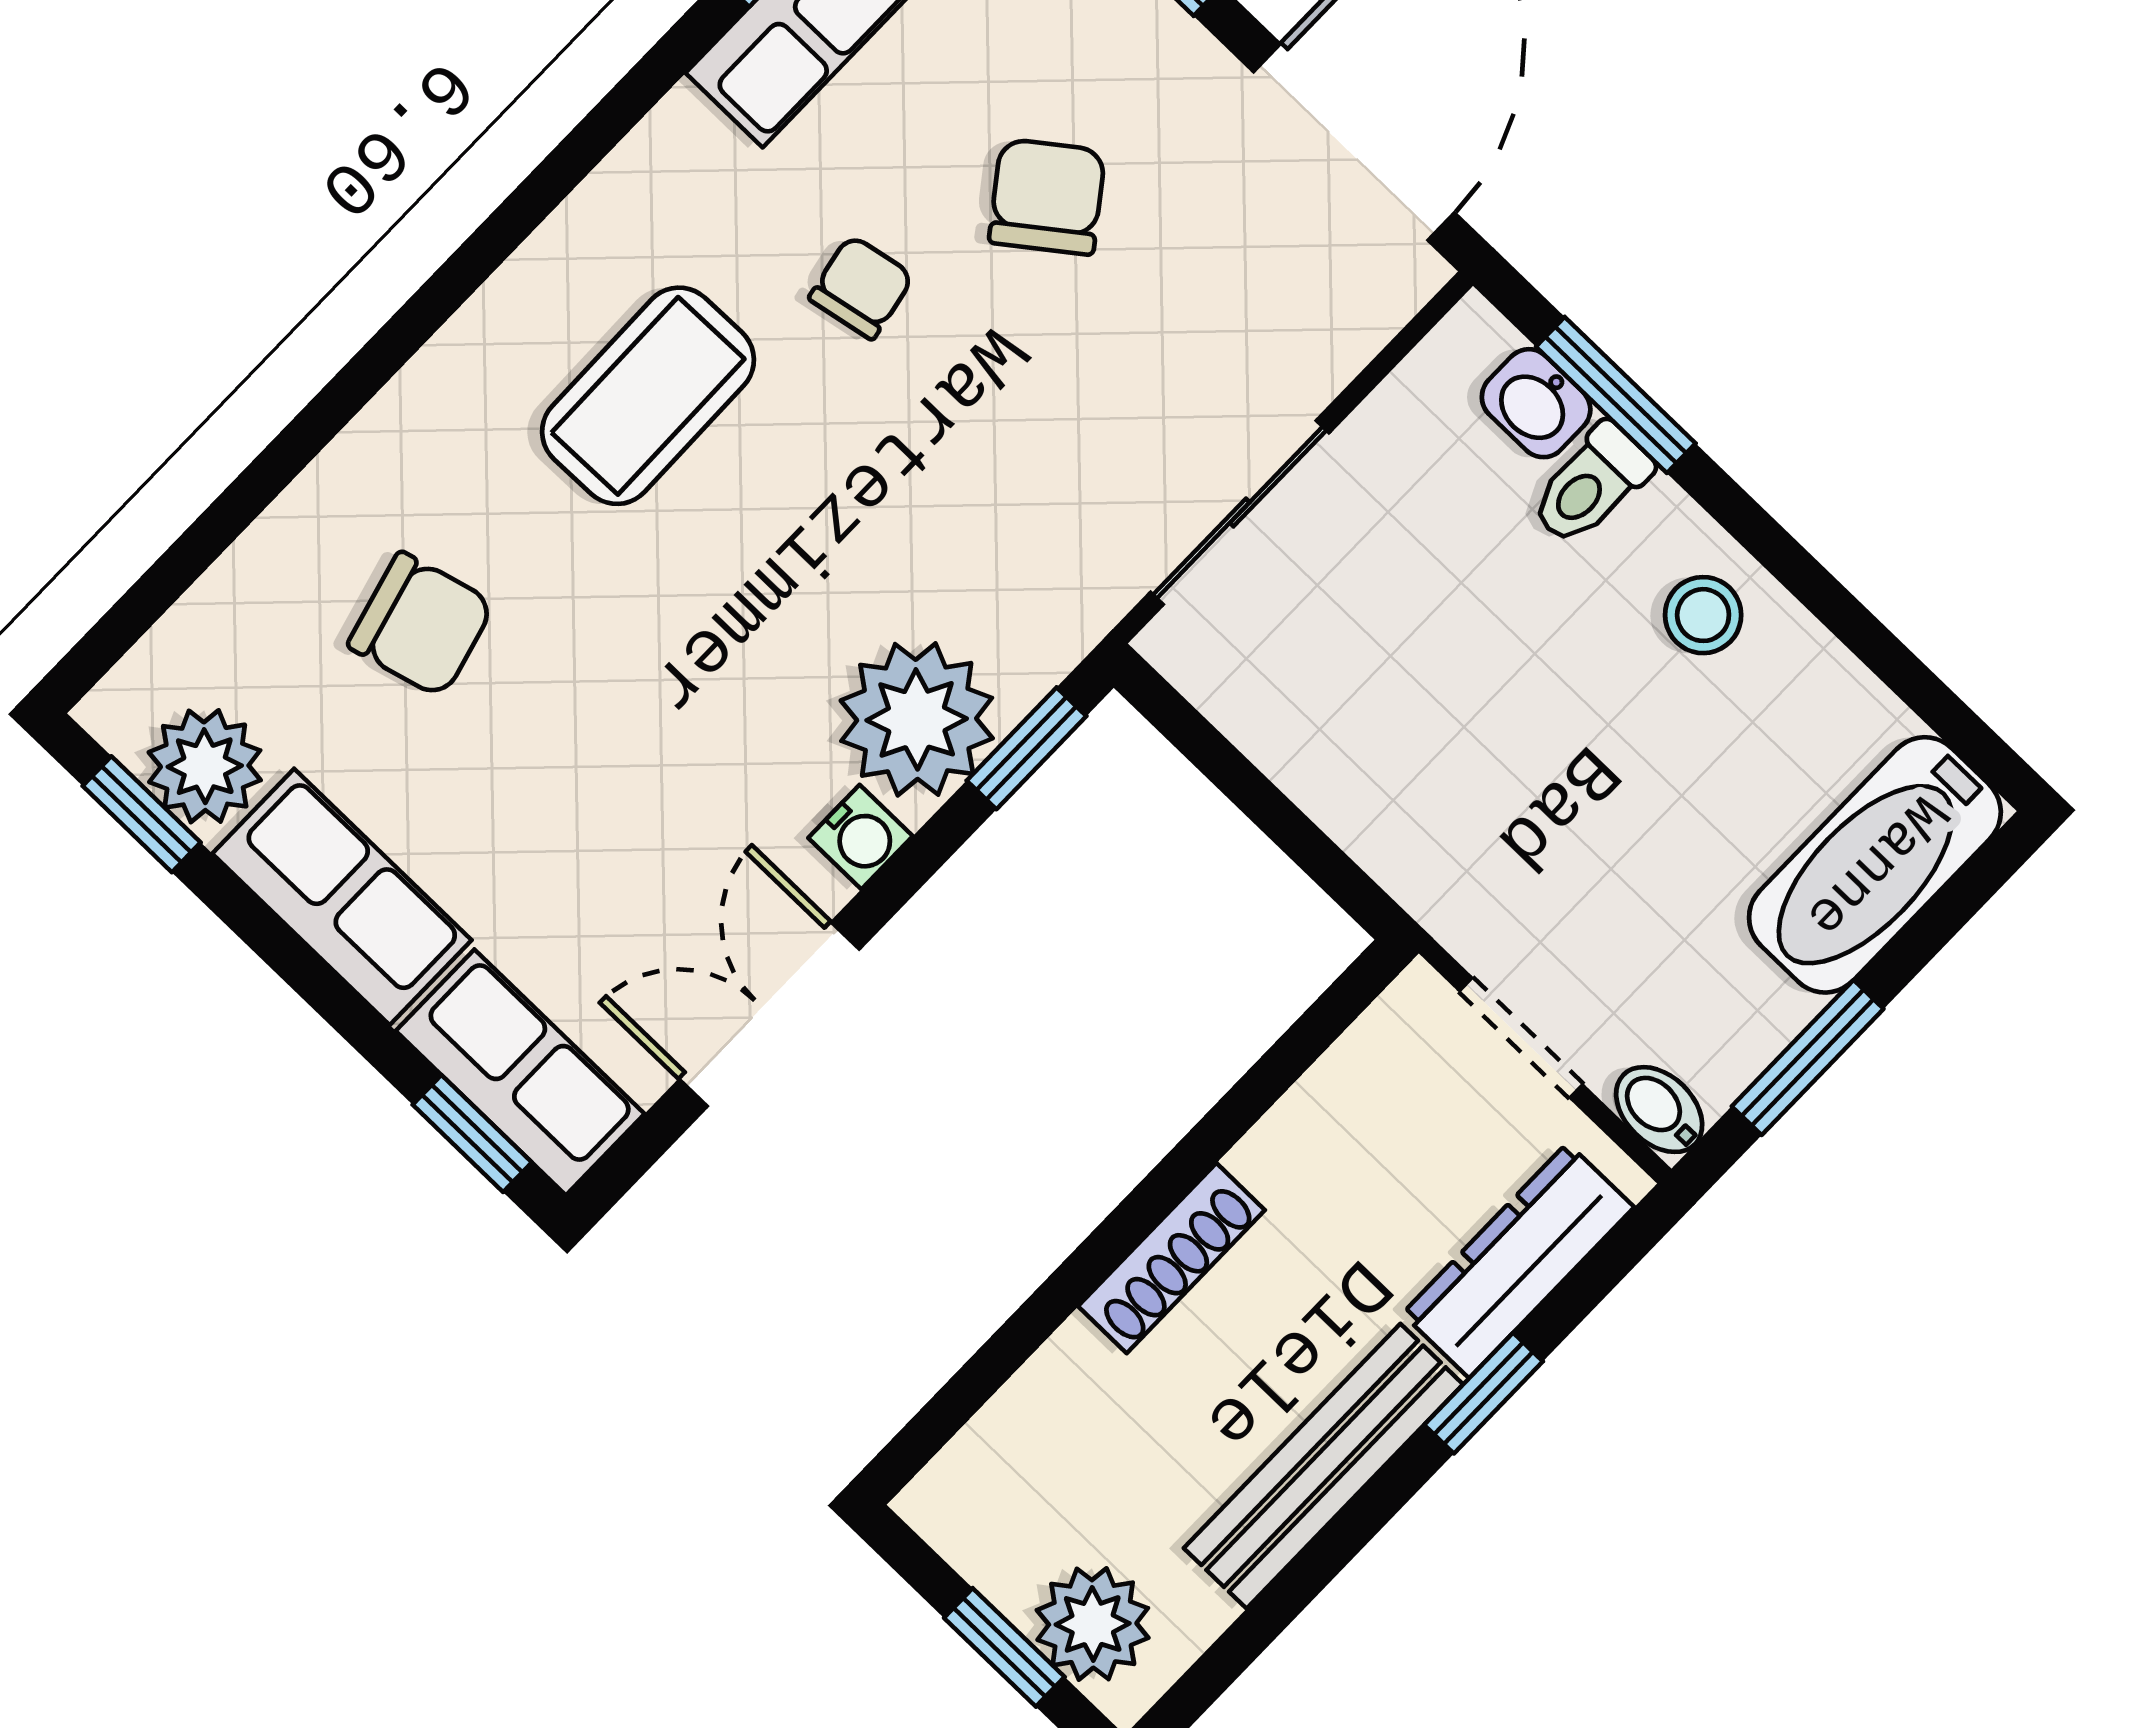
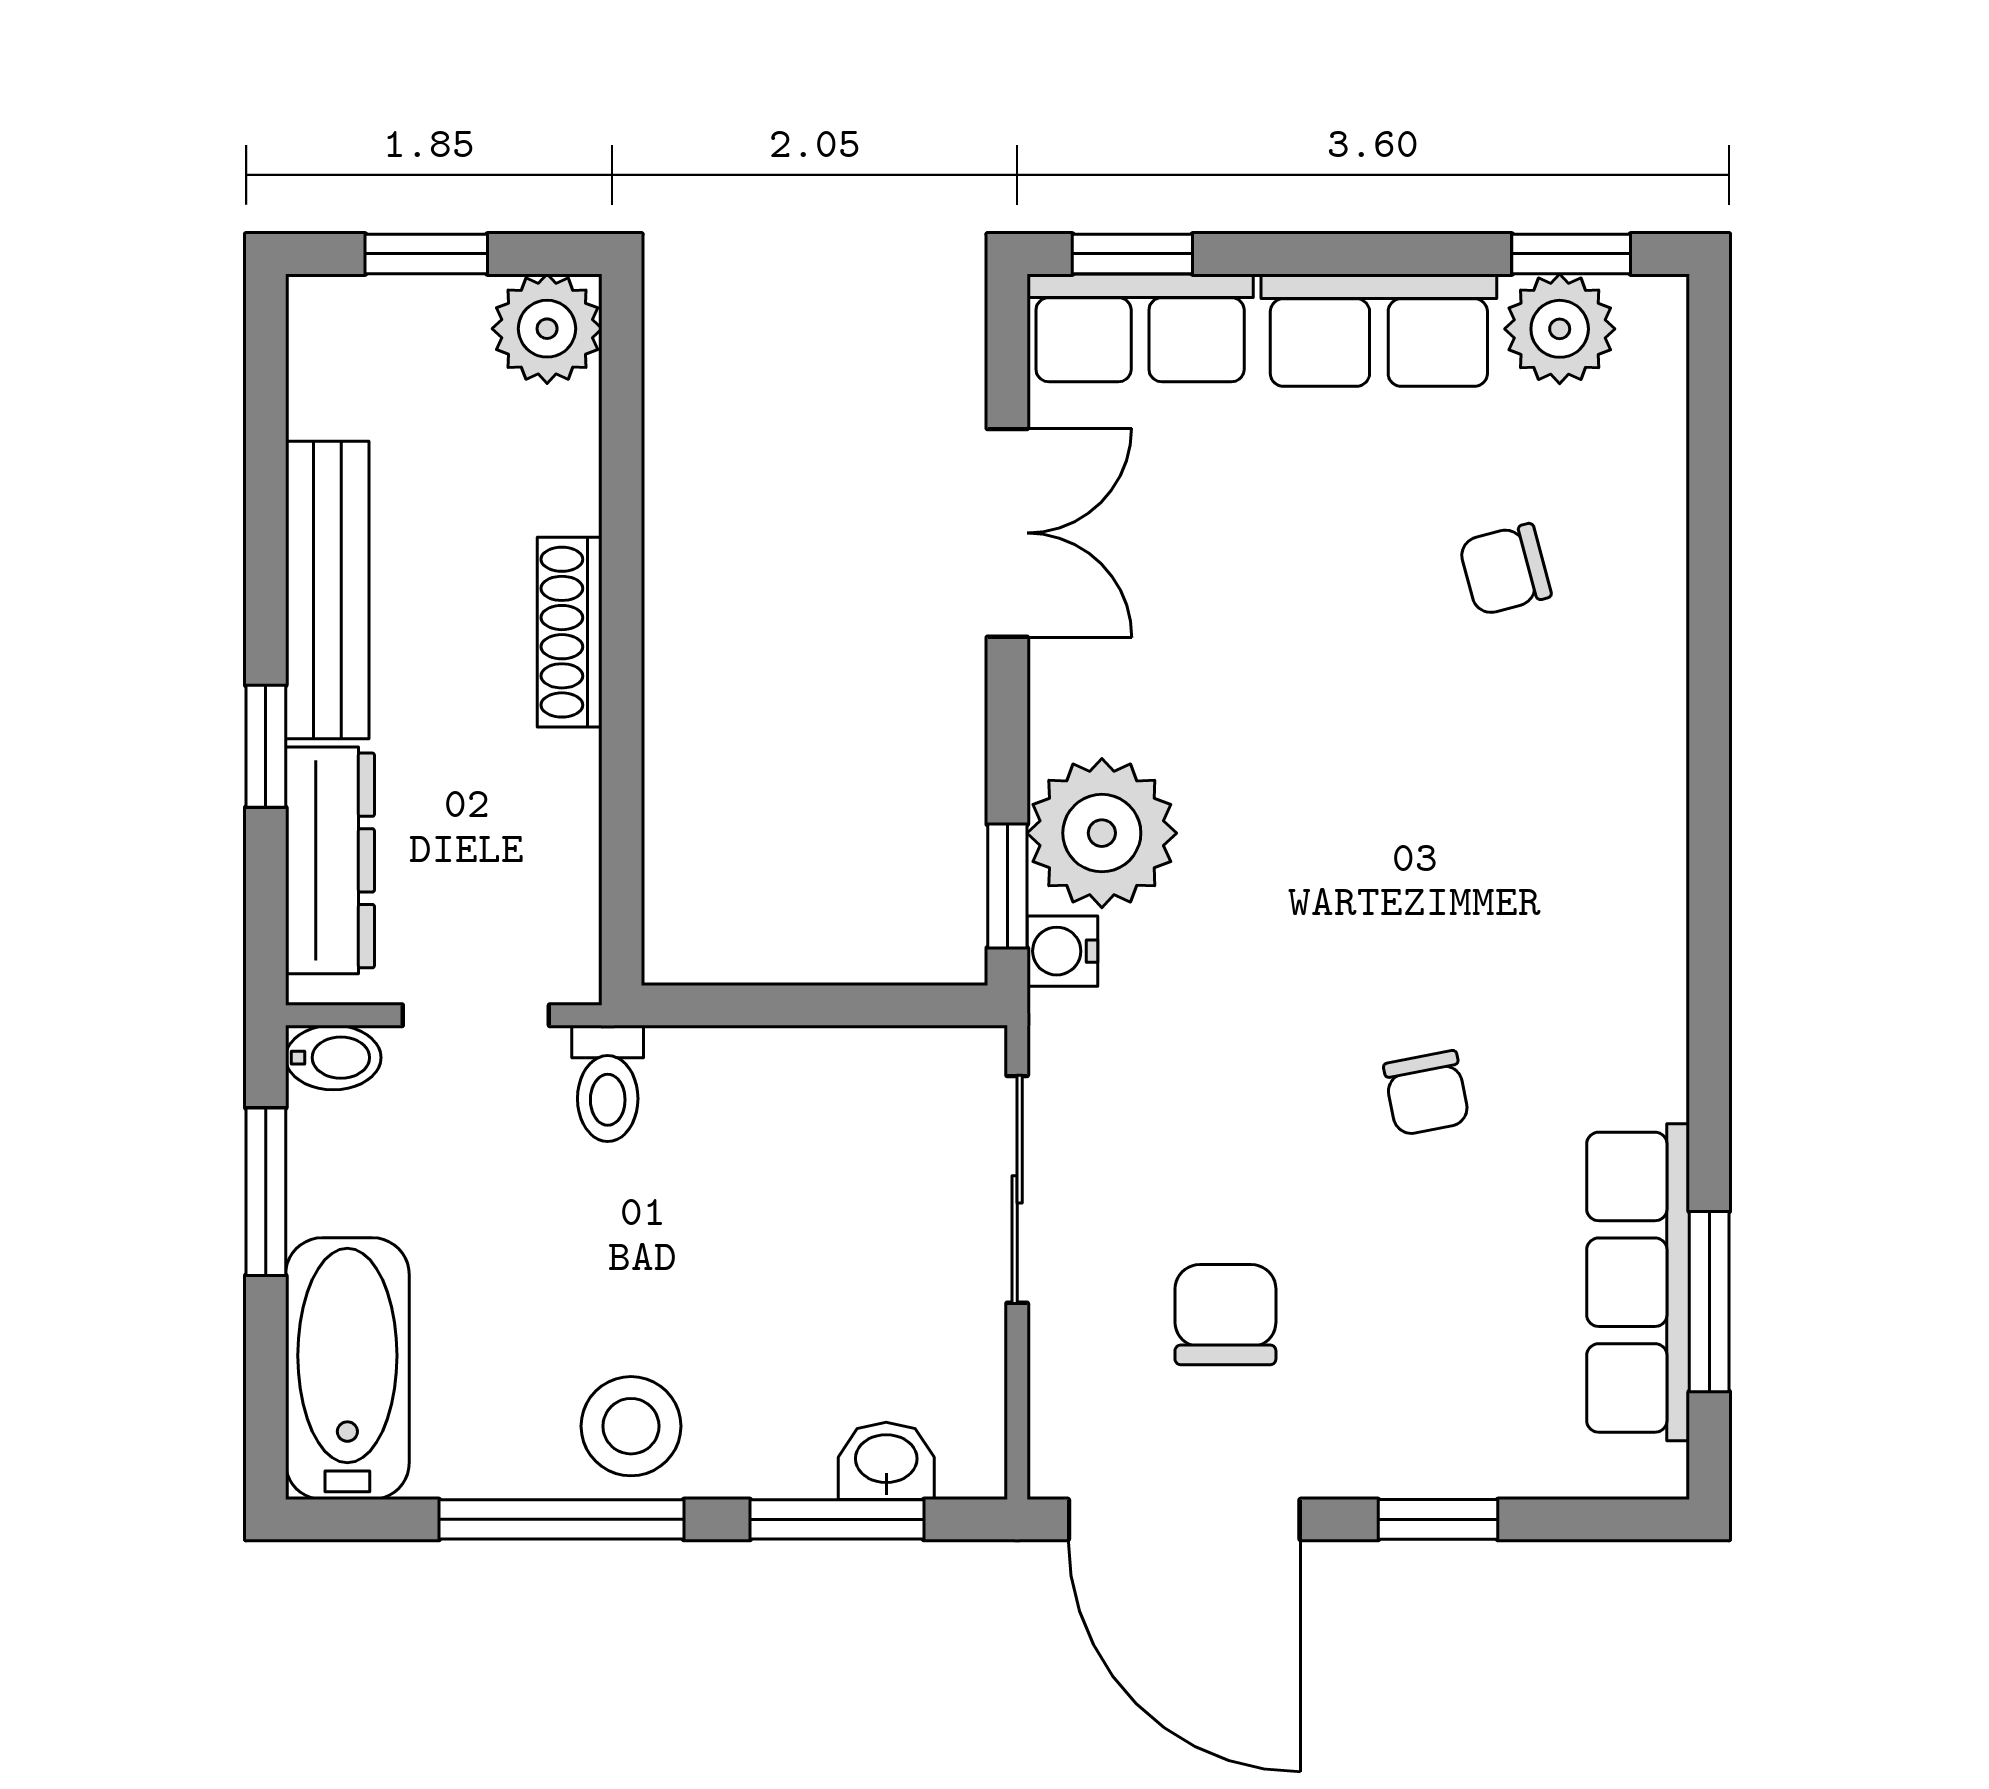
chair: (1047, 197) -> (1225, 1315), moved, turned -143
coffee table: (648, 396) -> (1501, 877), removed
toilet: (1591, 485) -> (608, 1083), moved, turned 180
window: (1823, 595) -> (561, 1519), added
stool: (1703, 615) -> (631, 1426), width x1.37, depth x1.37
chair: (421, 625) -> (1505, 569), width x0.73, depth x0.73
water cooler: (861, 837) -> (1062, 951), moved
plant: (1093, 1624) -> (547, 329), moved

